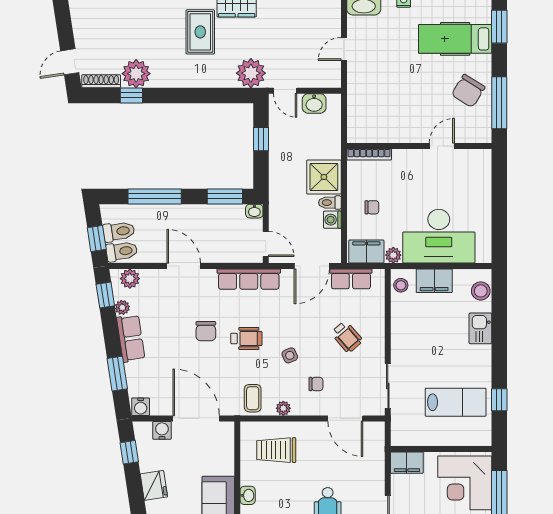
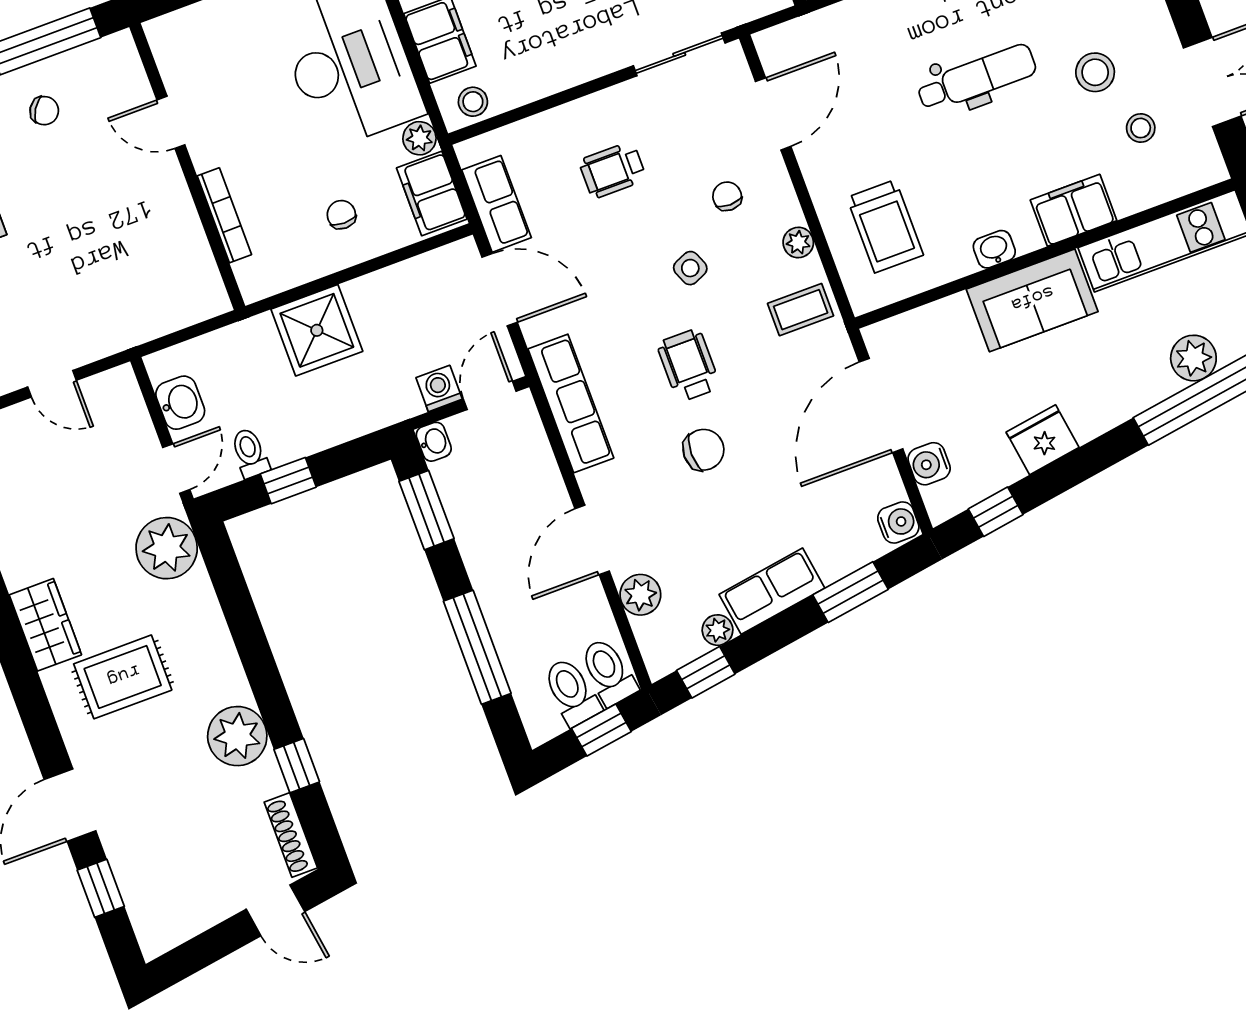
plant: (136, 74) -> (237, 736), moved
chair: (468, 91) -> (44, 111), width x0.54, depth x0.54
bookcase: (369, 154) -> (224, 215), moved
toilet: (330, 203) -> (250, 453), moved, turned 180
washing machine: (332, 220) -> (439, 388), moved, turned 180
plant: (130, 279) -> (640, 595), moved
wheelchair: (347, 337) -> (613, 170), turned -139

